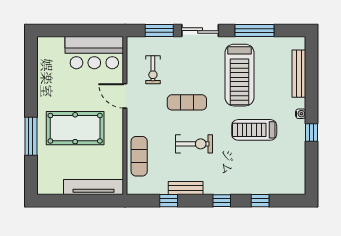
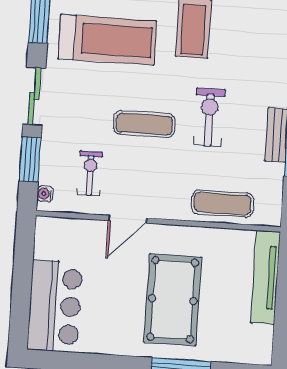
water cooler: (138, 42) -> (45, 194), added
bar counter: (94, 53) -> (55, 306), moved
exercise bike: (153, 70) -> (90, 173), turned -90
exercise mat: (187, 102) -> (144, 124), turned 90

